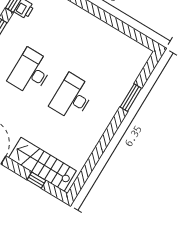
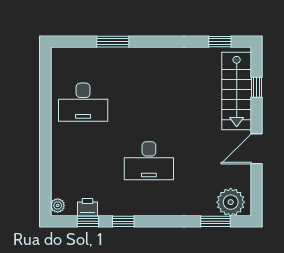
desk: (72, 97) -> (83, 102), moved
window: (85, 174) -> (220, 42), added

